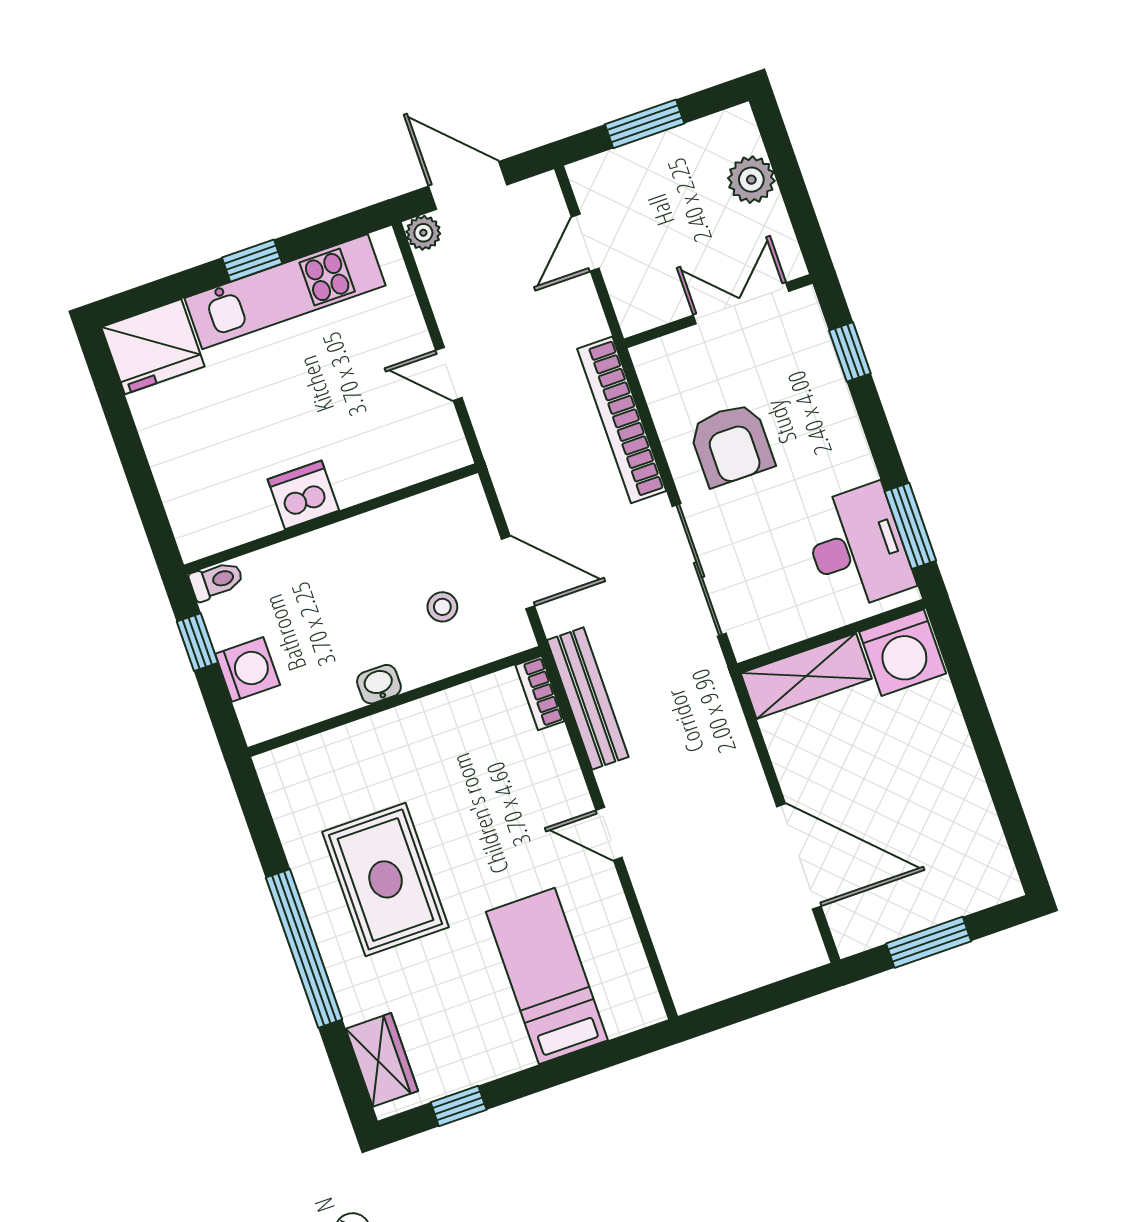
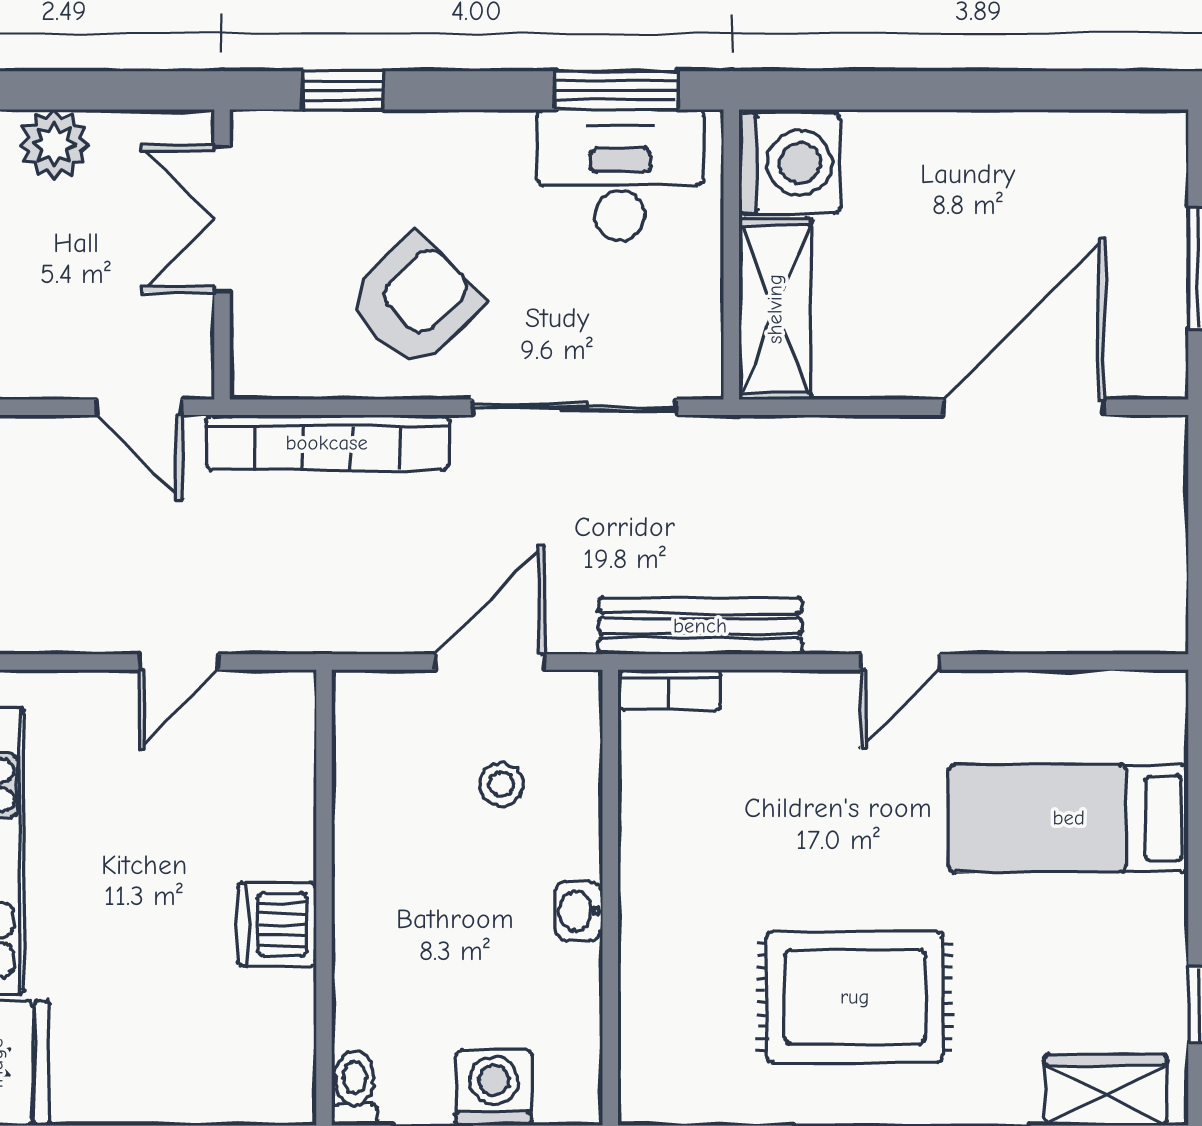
door: (585, 243) -> (139, 407), moved
armchair: (731, 444) -> (415, 301), turned -45

